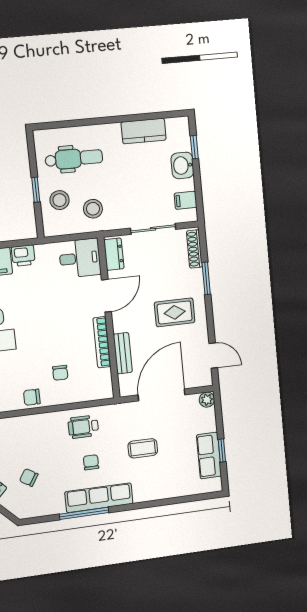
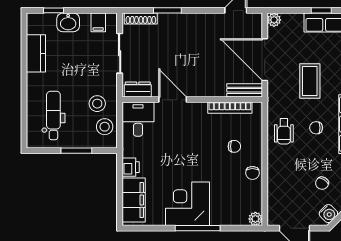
window: (36, 190) -> (76, 151), width x1.50
stool: (60, 200) -> (105, 127), moved
rug: (175, 312) -> (194, 41), removed
bookcase: (102, 342) -> (230, 108), moved
bench: (123, 353) -> (245, 90), moved
coffee table: (143, 448) -> (310, 81), width x1.36, depth x1.30

